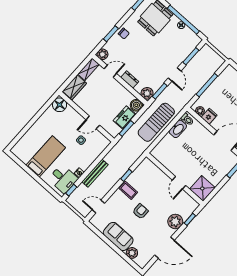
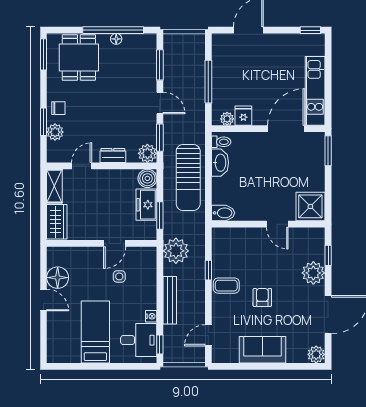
plant: (102, 54) -> (55, 132), moved
floor lamp: (60, 105) -> (58, 278), moved
door: (35, 119) -> (44, 300), added
plant: (119, 152) -> (176, 251), added
bidet: (158, 154) -> (223, 213), added
plant: (132, 253) -> (316, 354), moved

